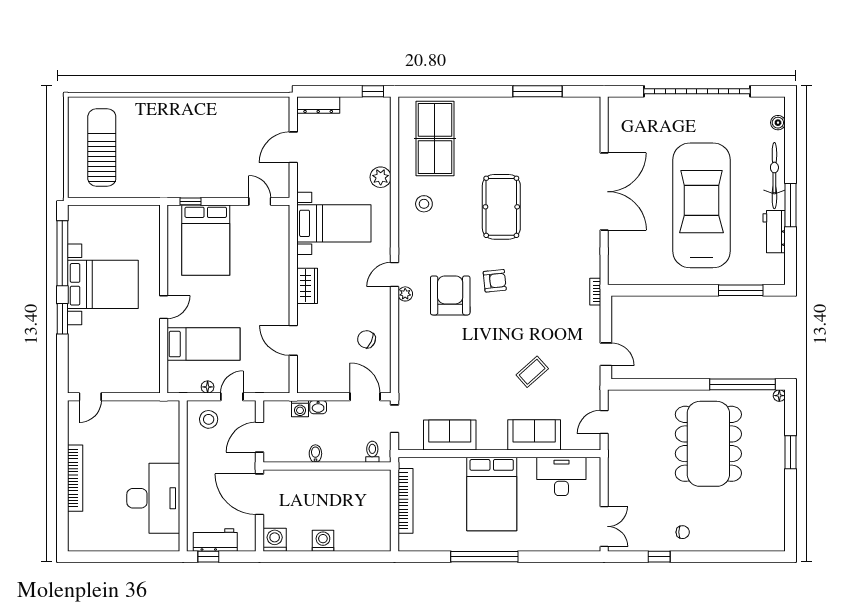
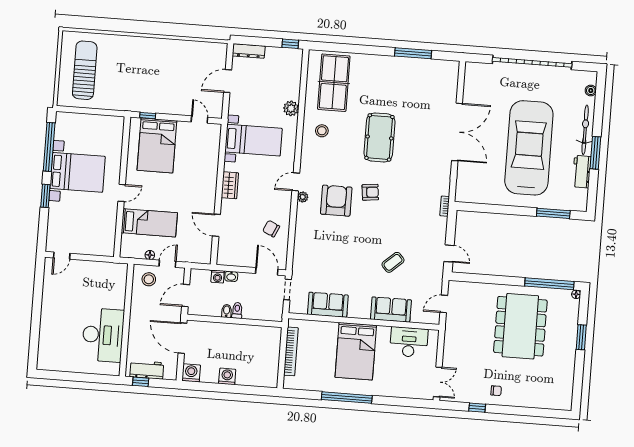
toilet: (372, 452) -> (237, 310), moved
bookcase: (75, 478) -> (46, 315), removed

